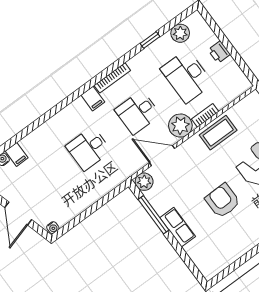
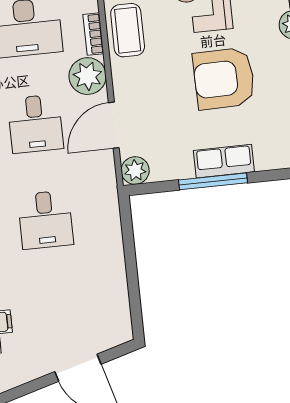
armchair: (223, 201) -> (224, 79), width x1.36, depth x1.36
window: (154, 215) -> (213, 181), moved
water cooler: (53, 228) -> (125, 332), removed

